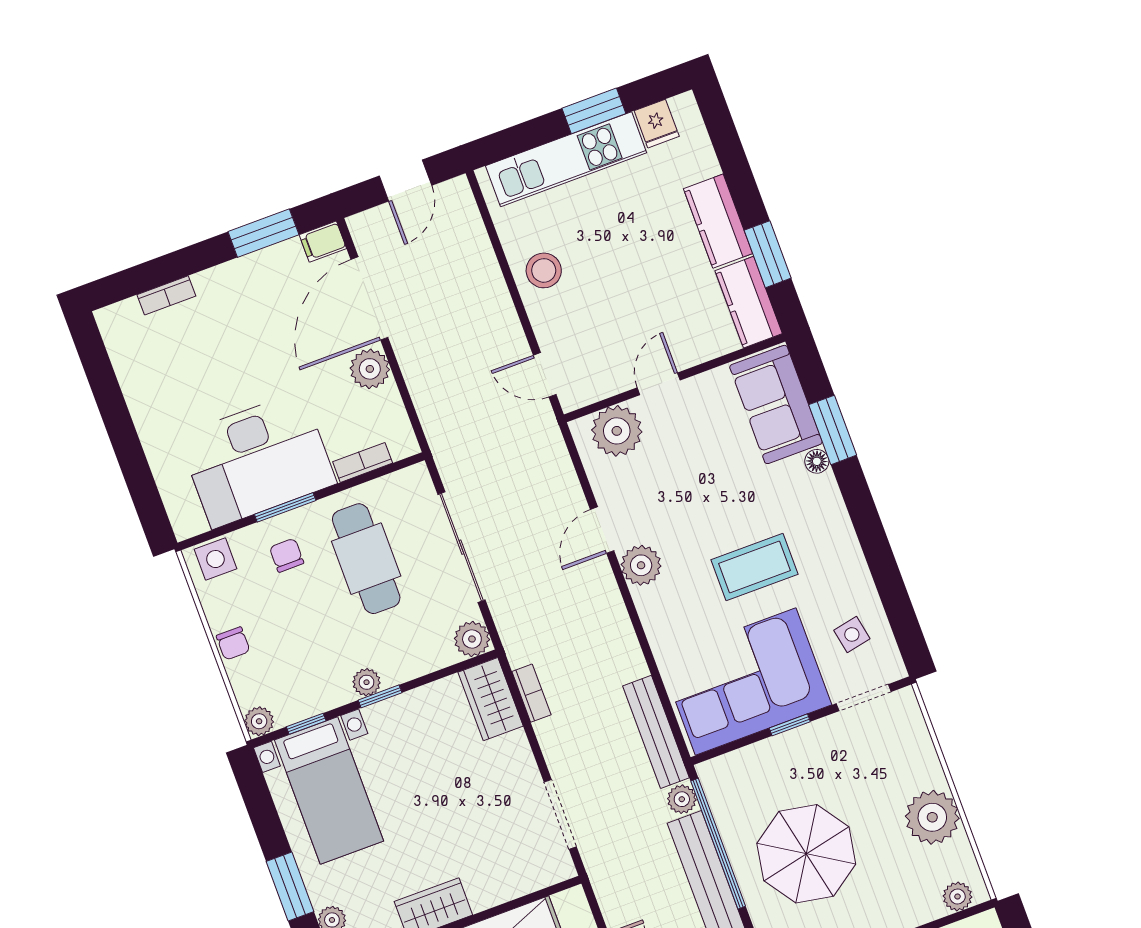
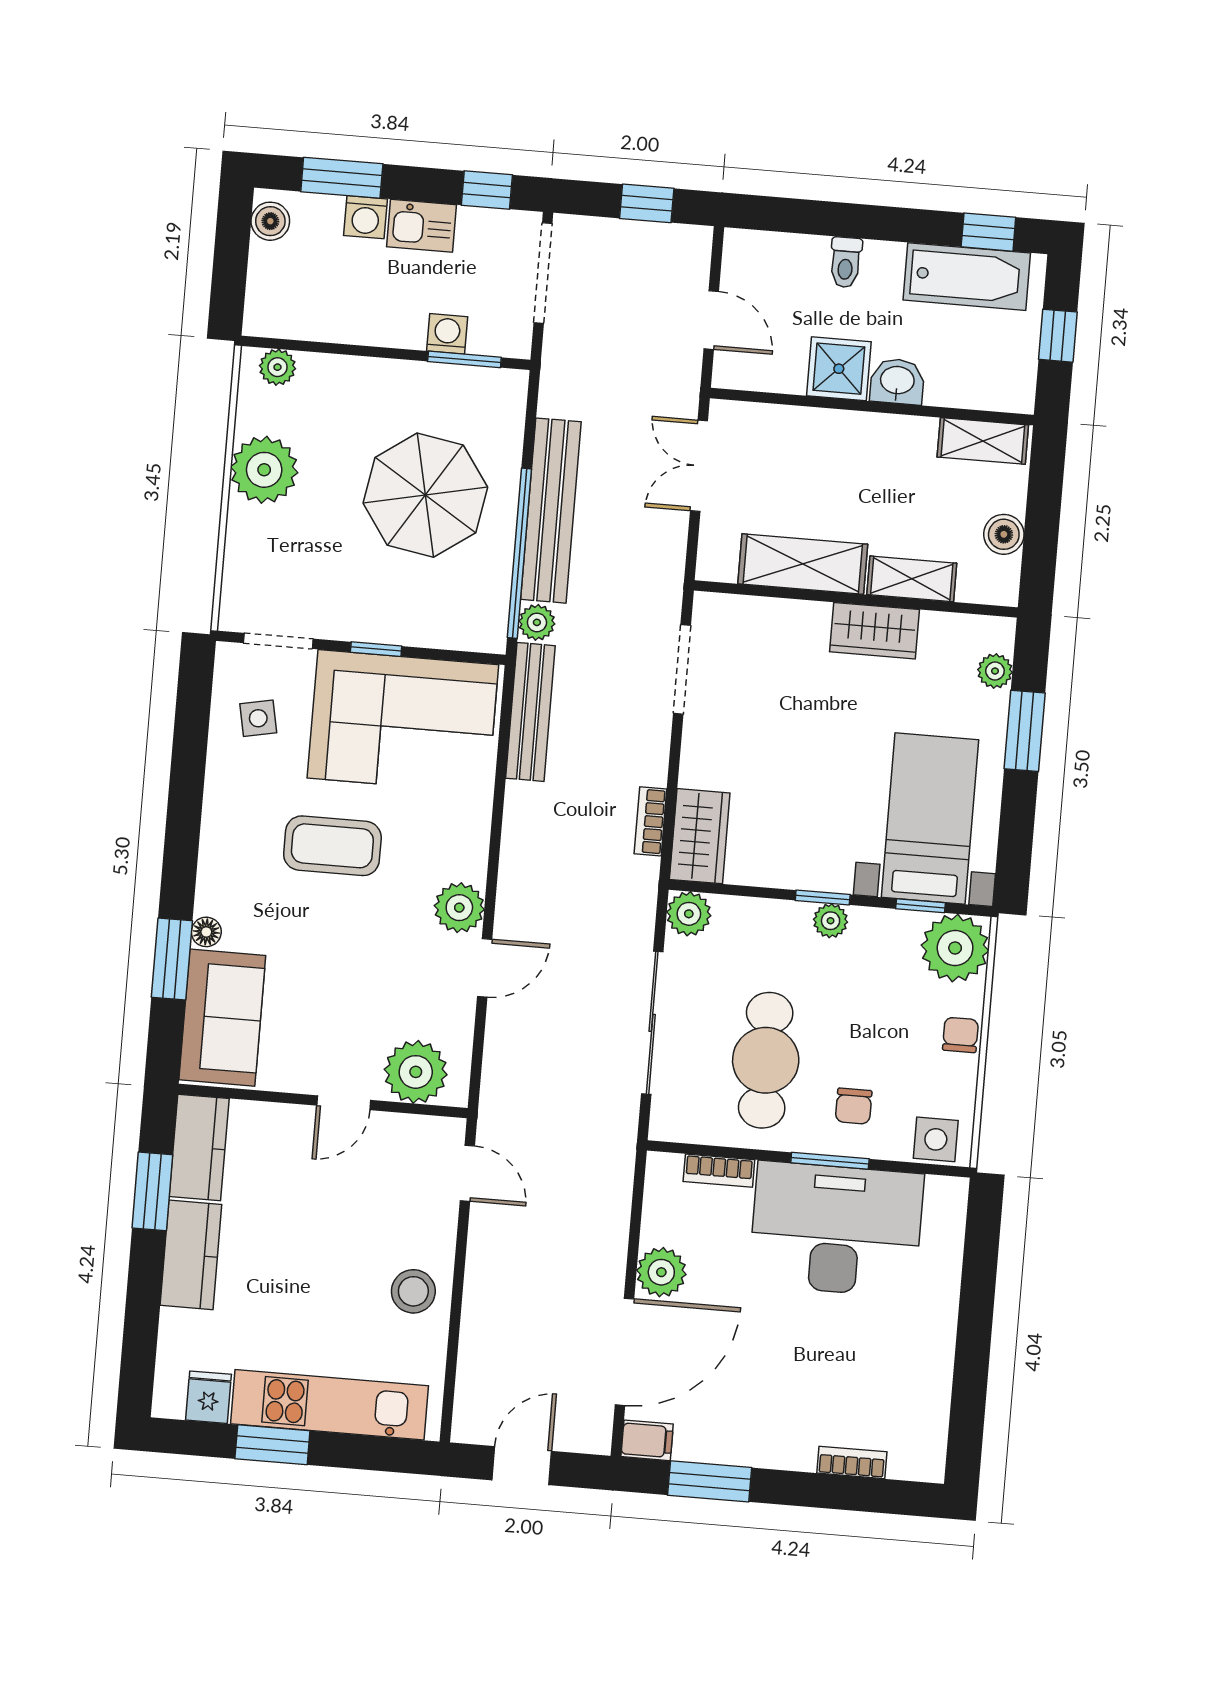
plant: (259, 721) -> (955, 948), width x1.87, depth x1.87

